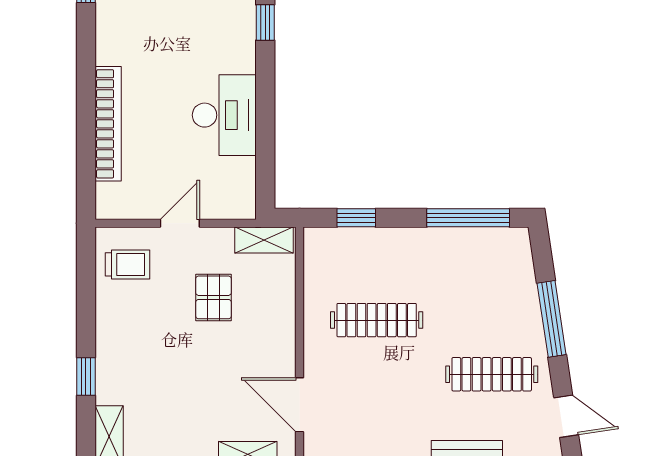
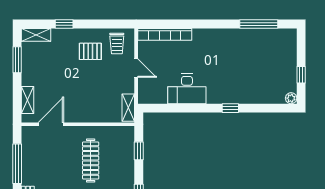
bookcase: (108, 124) -> (165, 34), moved
pallet: (213, 297) -> (90, 51), moved

